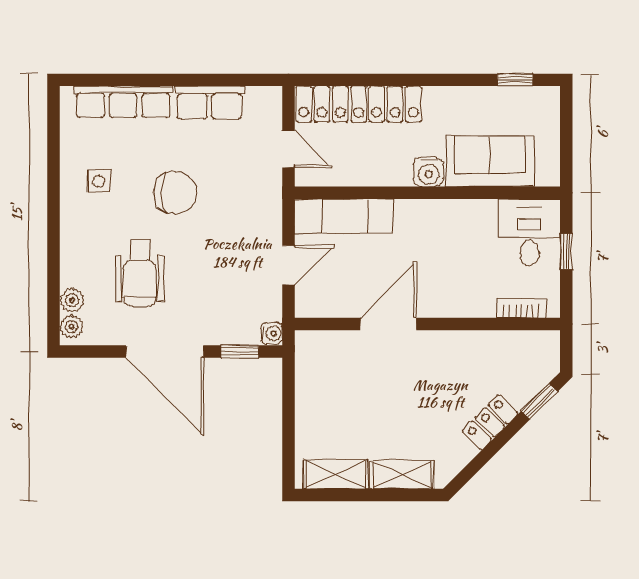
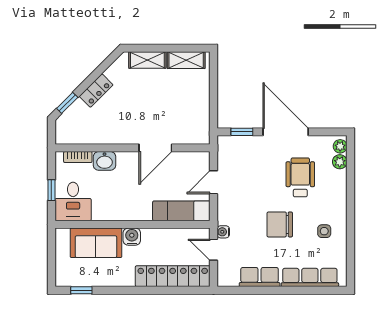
washbasin: (475, 302) -> (105, 161), added
water cooler: (272, 333) -> (223, 232), moved

